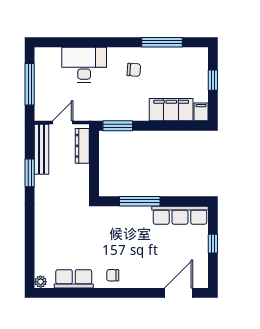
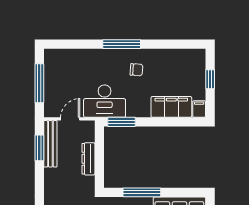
window: (162, 42) -> (122, 44), moved
desk: (84, 65) -> (105, 101), moved, turned 180
dresser: (82, 146) -> (88, 159), moved
window: (30, 173) -> (39, 148), moved

